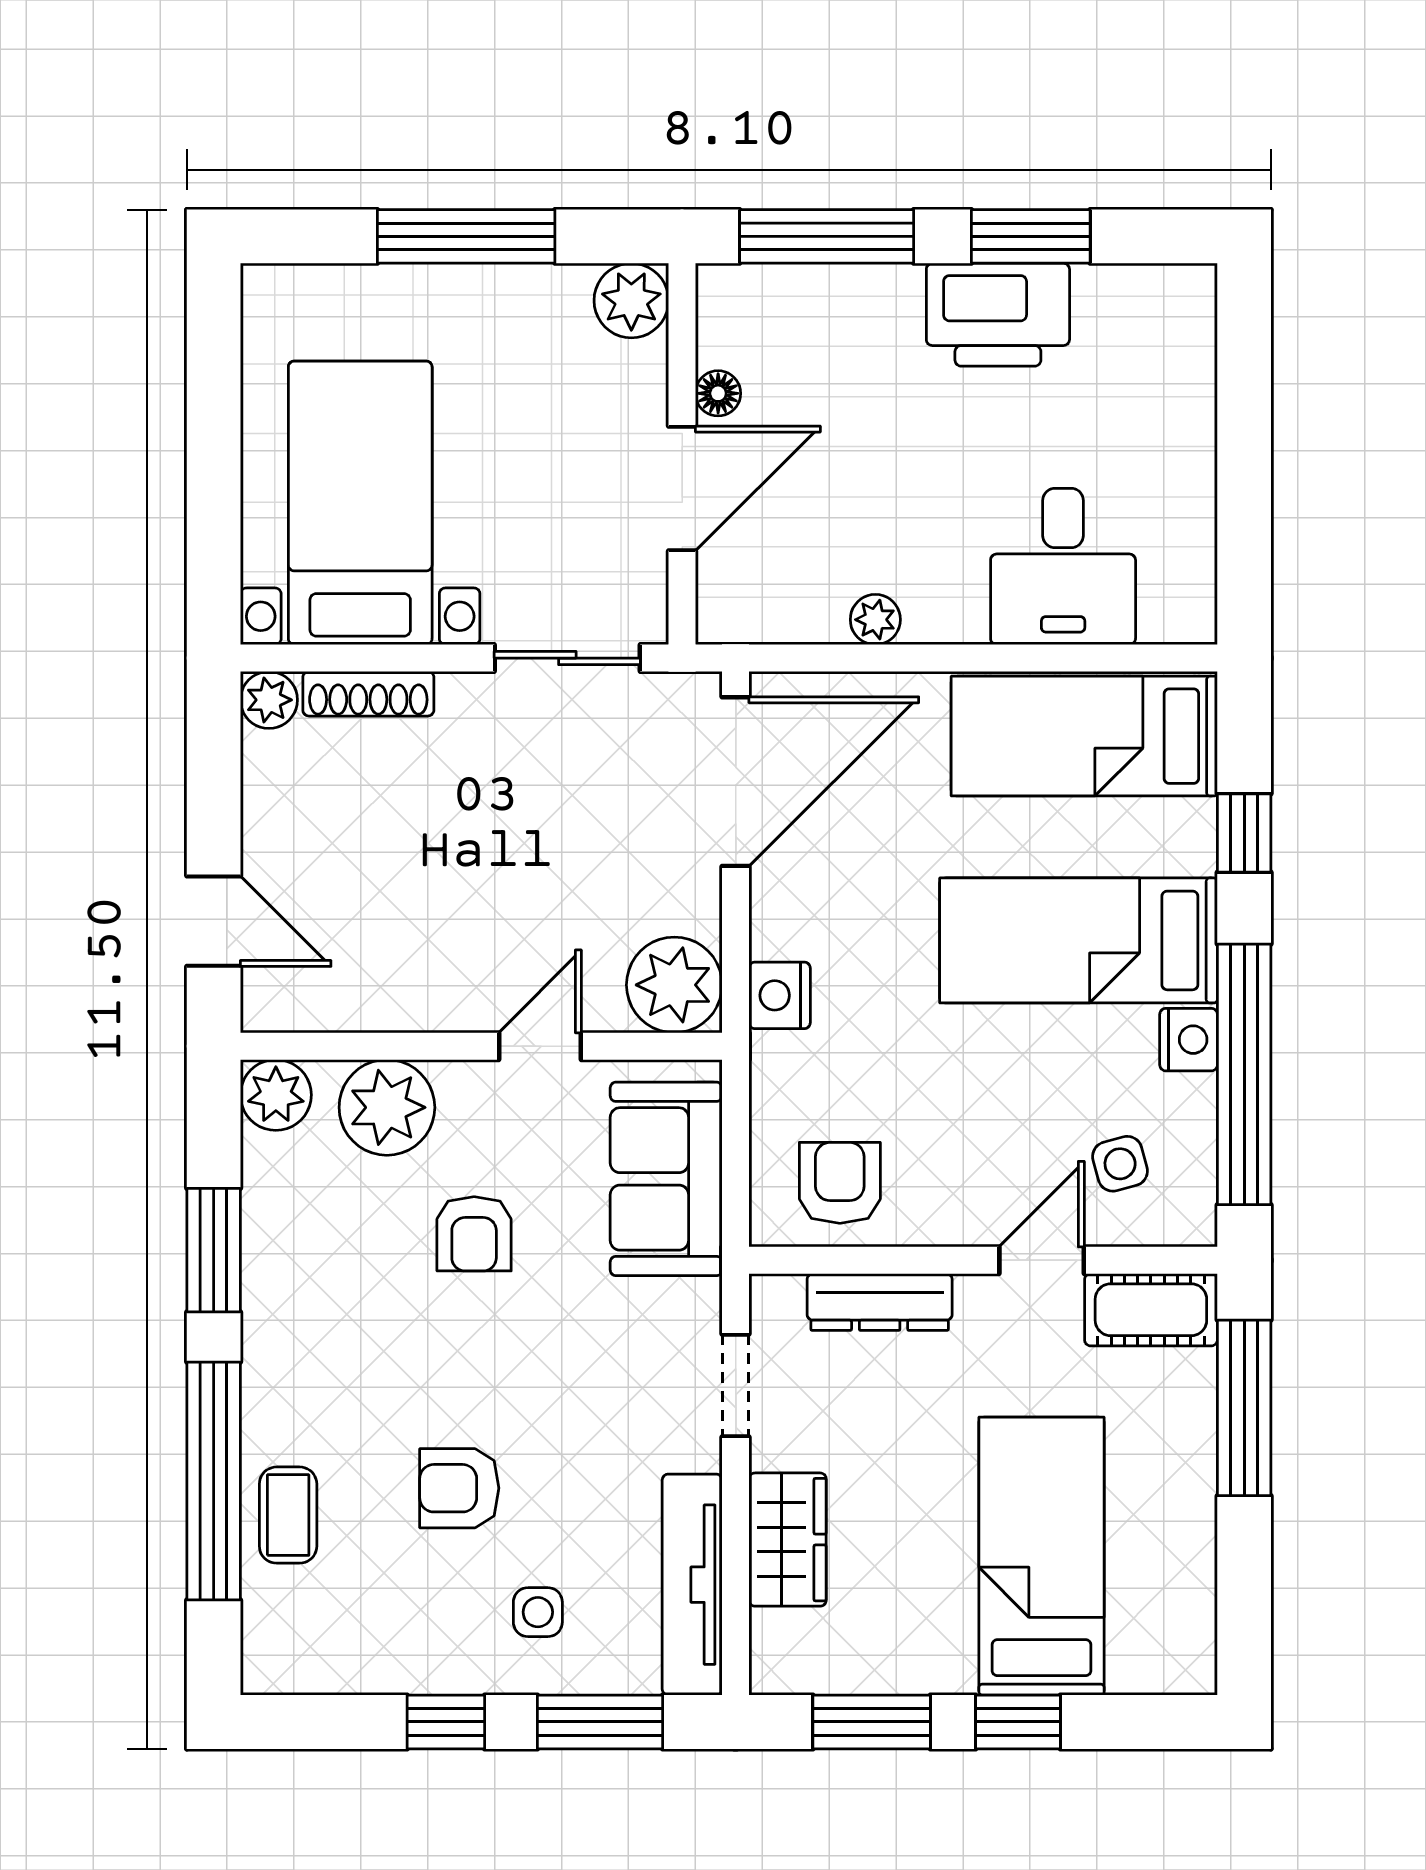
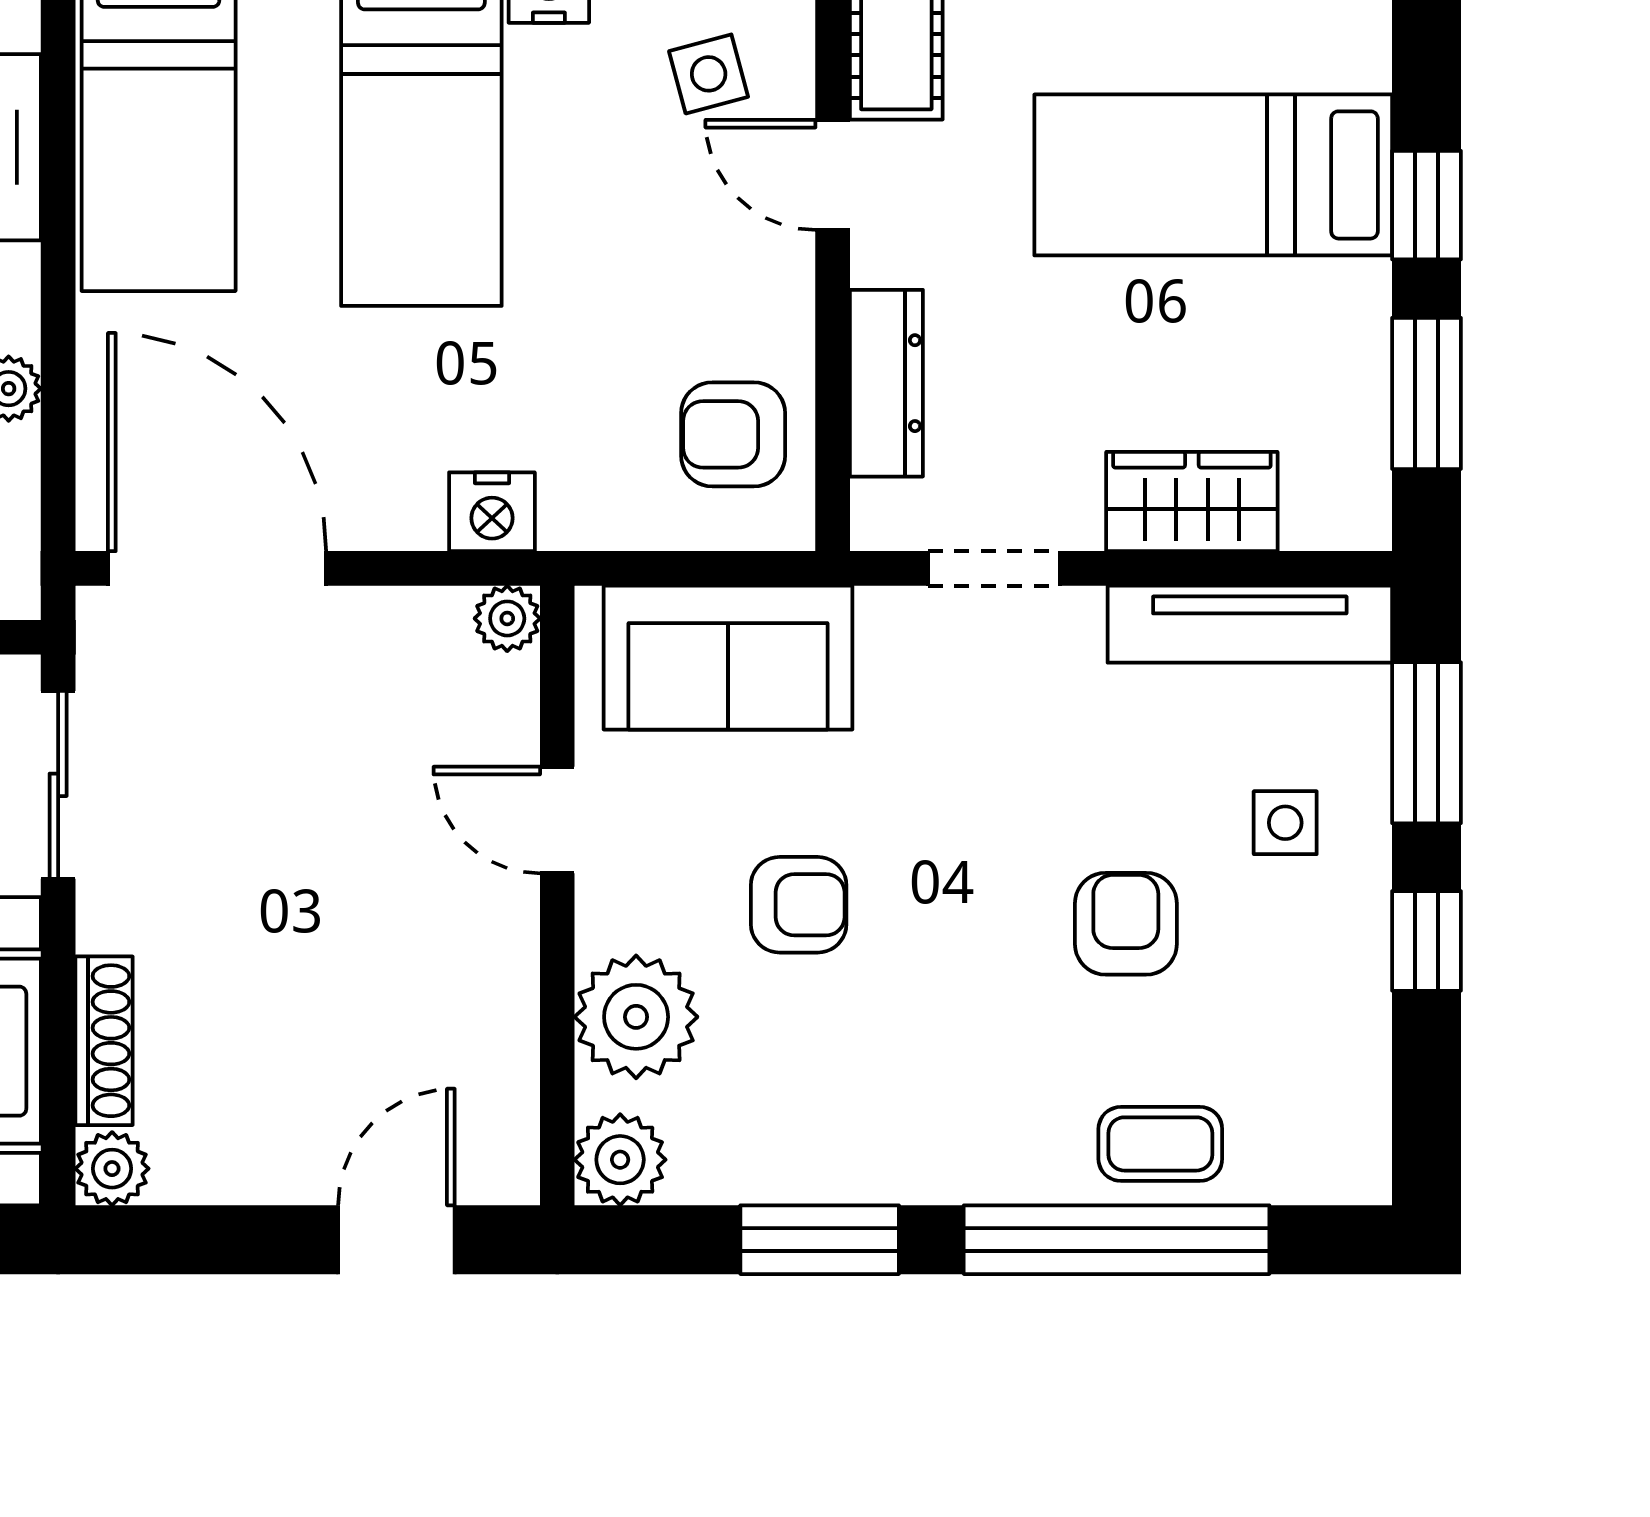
plant: (674, 985) -> (507, 618), width x0.53, depth x0.53
armchair: (459, 1488) -> (1126, 924), turned 180

